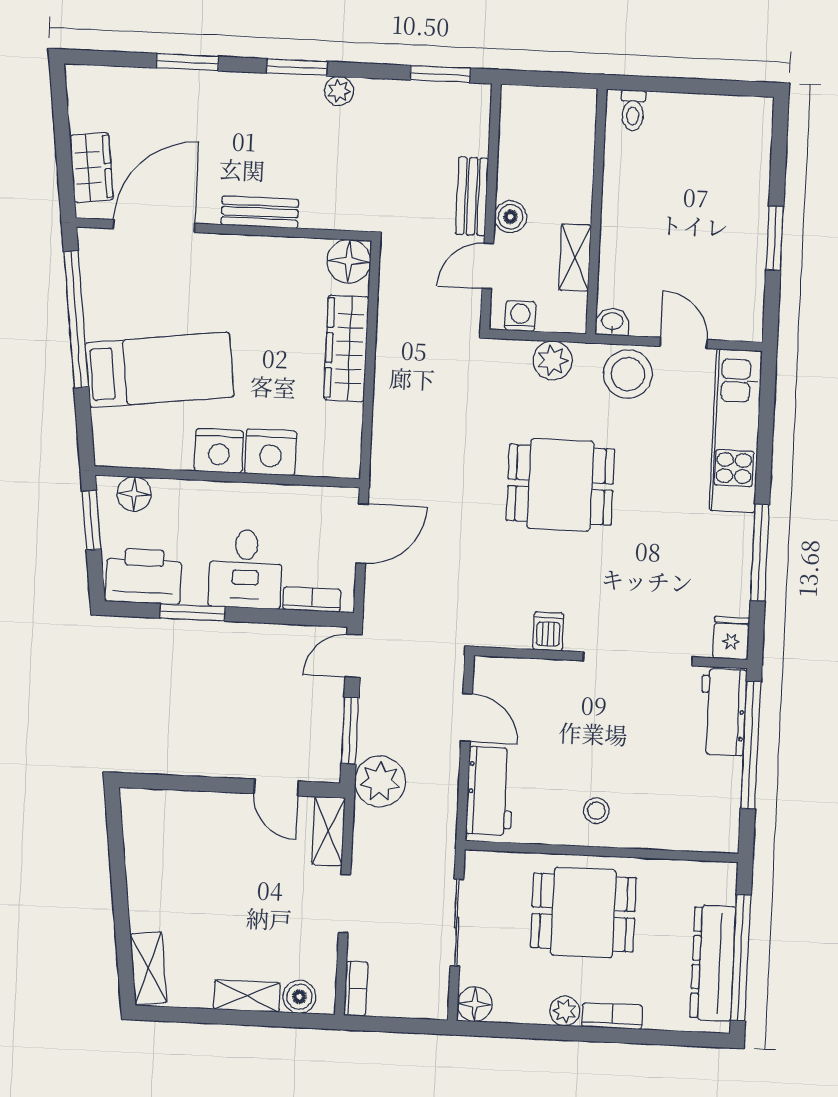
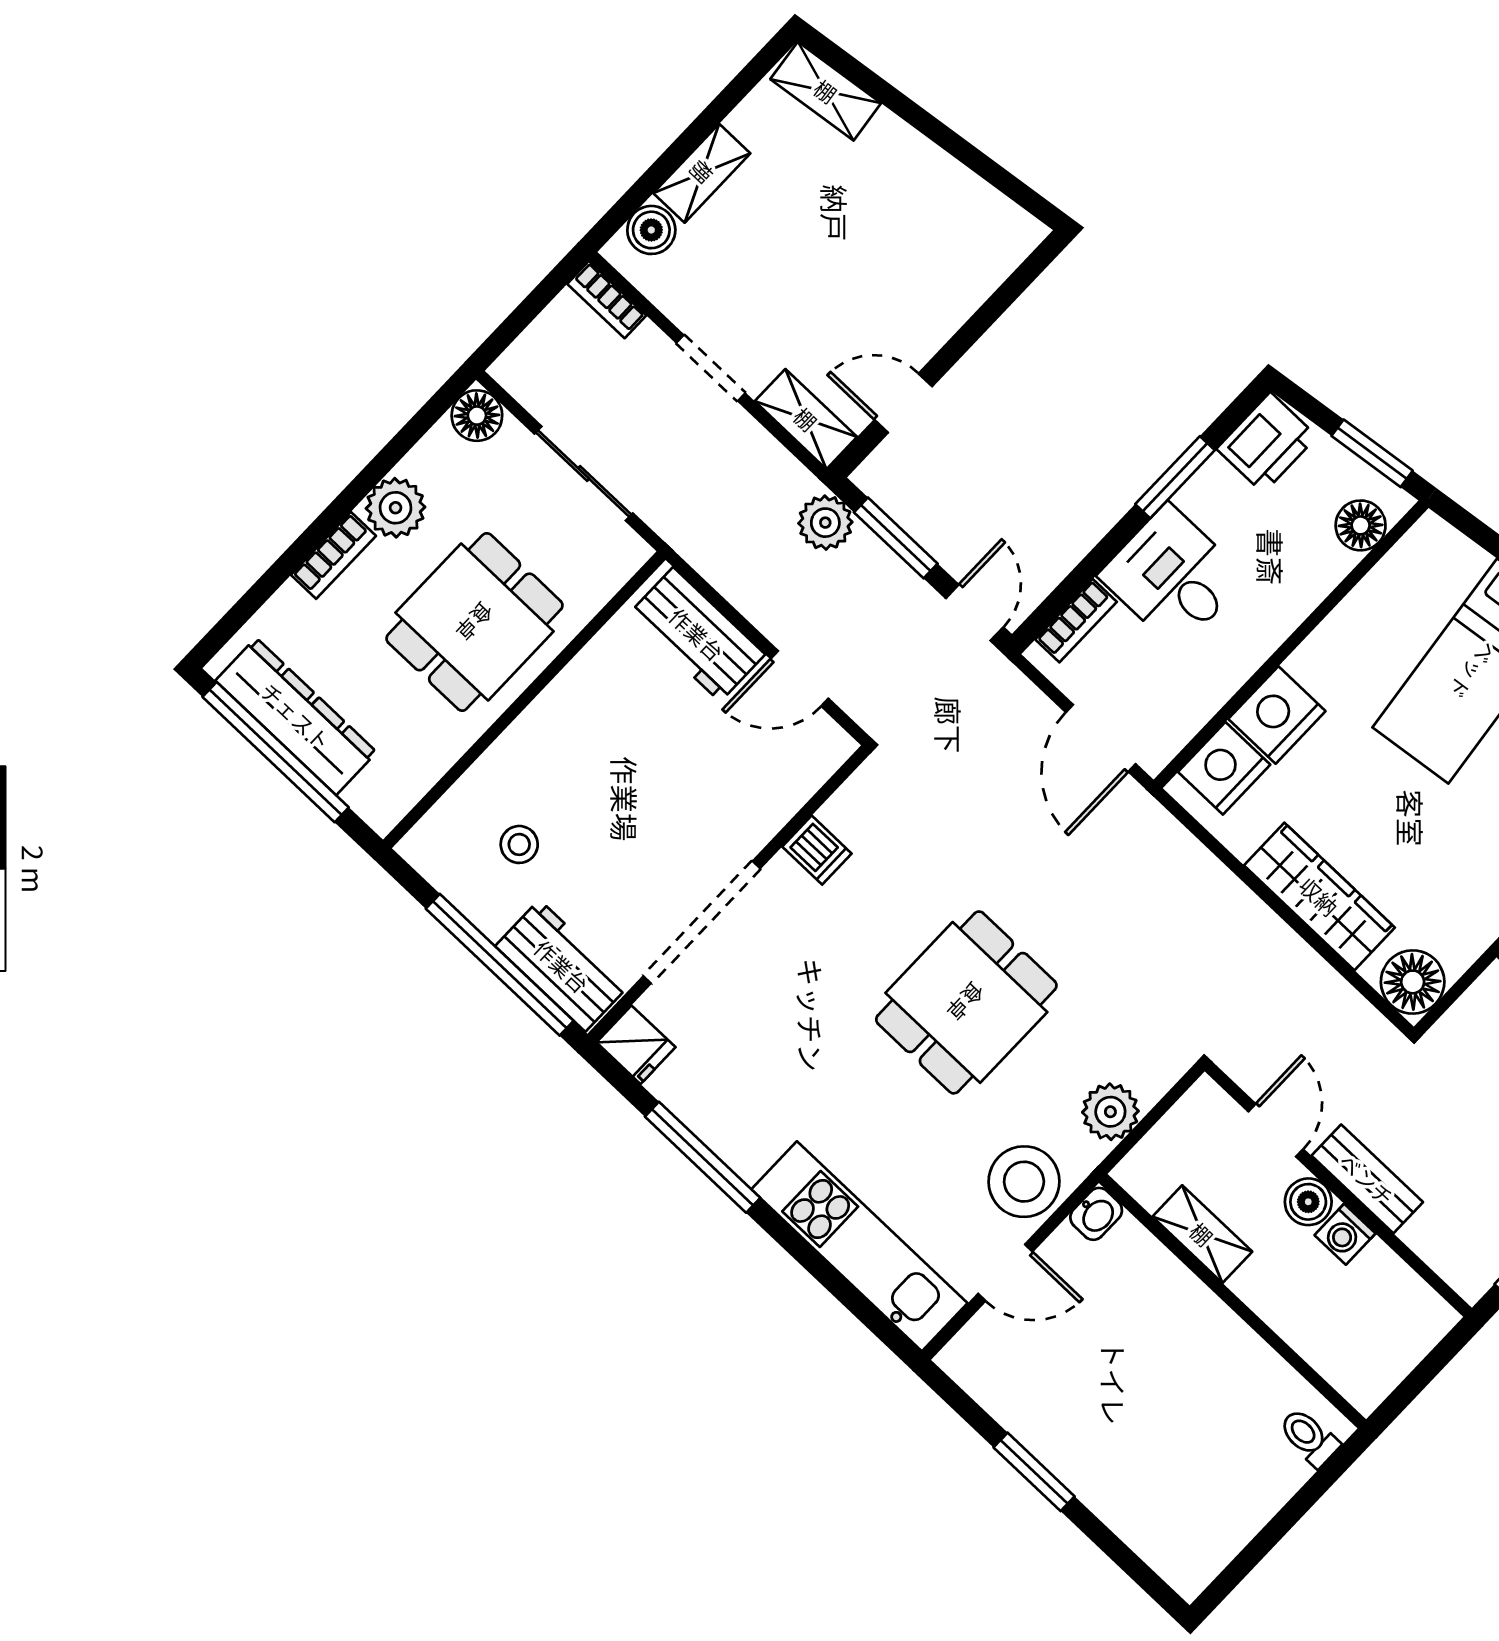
washing machine: (520, 316) -> (1345, 1234), moved, turned 90
nightstand: (219, 451) -> (1224, 768), moved
printer: (144, 576) -> (1267, 443), width x0.73, depth x0.84
plant: (380, 781) -> (825, 523), width x0.73, depth x0.73
stool: (596, 811) -> (519, 844), moved
plant: (565, 1011) -> (396, 508), width x1.38, depth x1.38

